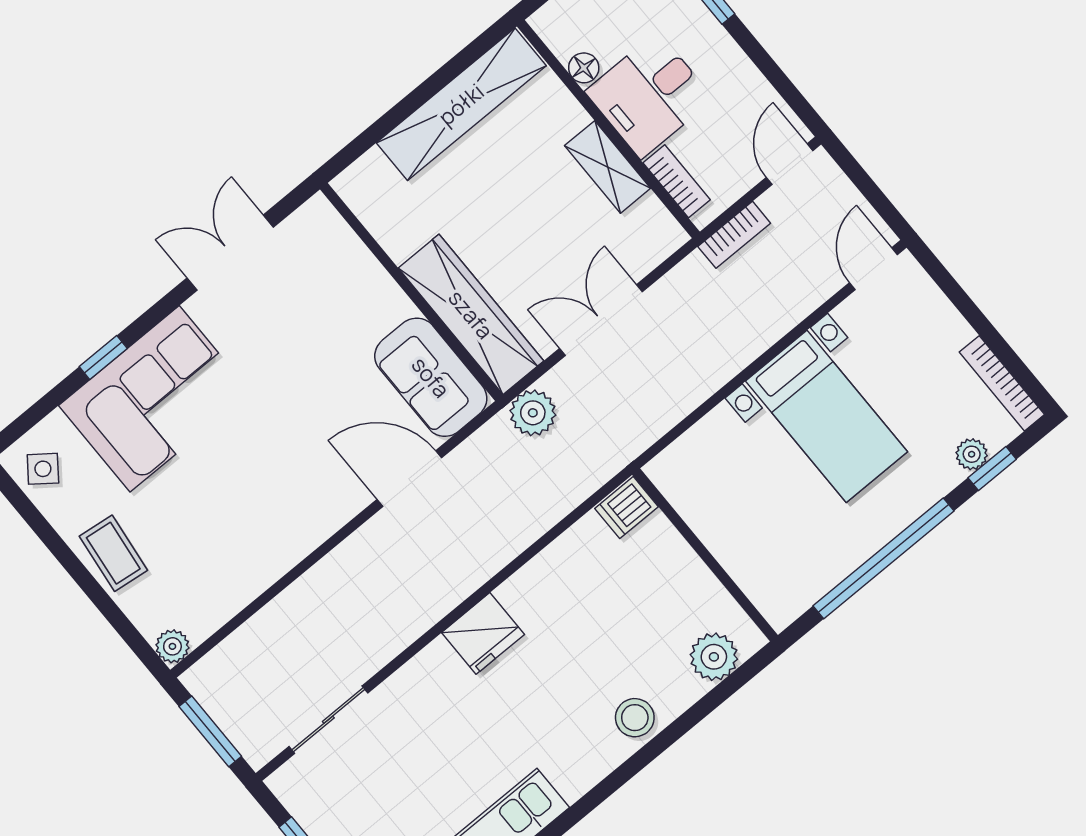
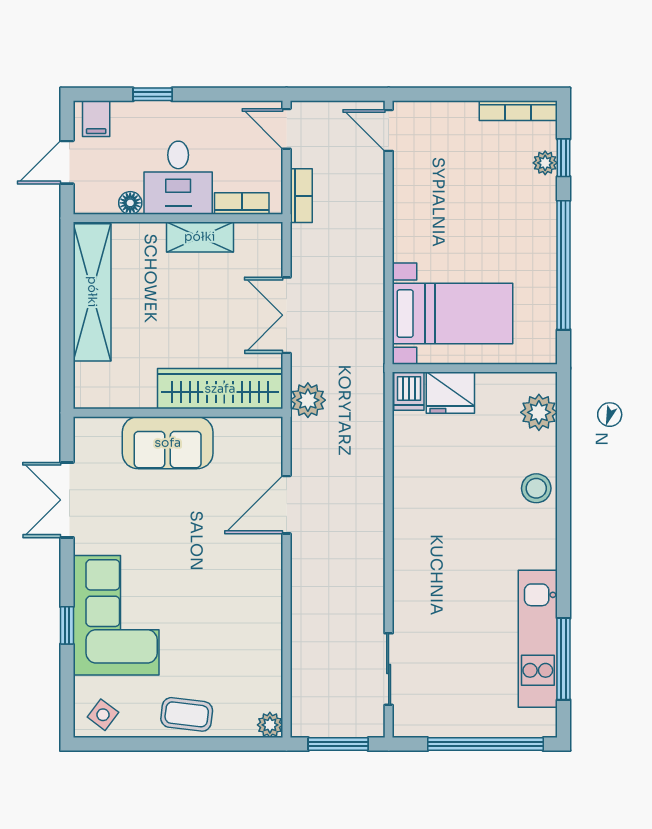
sofa: (431, 377) -> (168, 443), moved
bed with nightstands: (827, 416) -> (453, 314), moved
fridge: (483, 633) -> (450, 393), moved, turned 90

